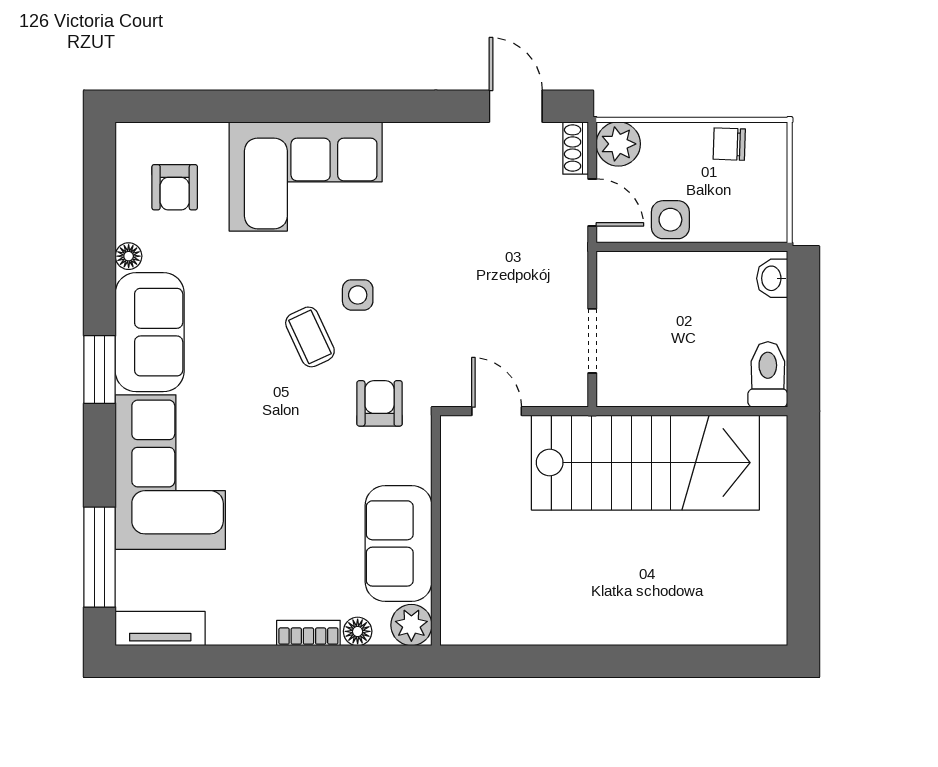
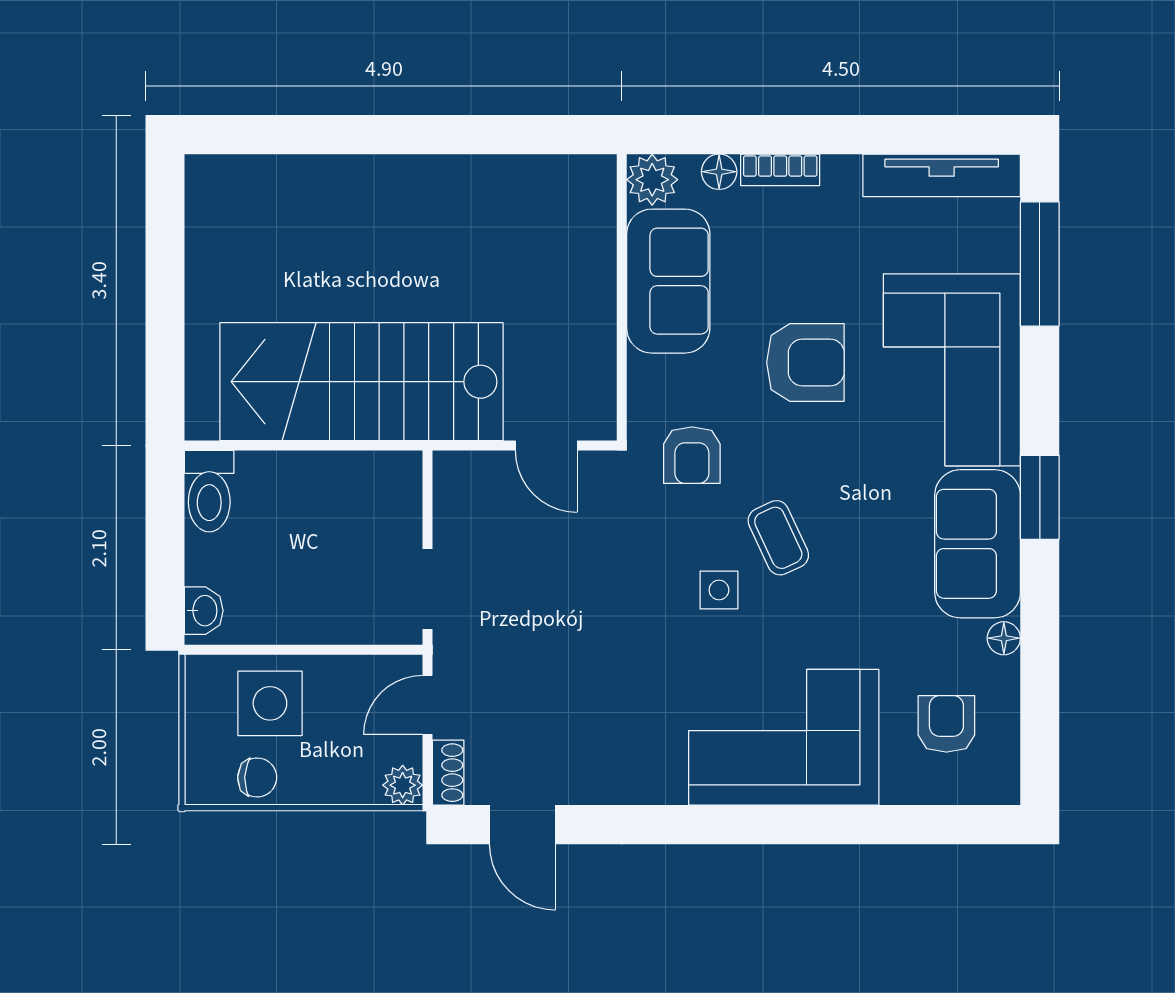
plant: (618, 144) -> (403, 785), width x0.73, depth x0.73
door: (592, 202) -> (427, 705), hinge flipped
side table: (670, 220) -> (270, 703), moved, width x1.37, depth x1.37
doorway: (592, 341) -> (427, 589), moved
armchair: (288, 478) -> (805, 362), added
tv unit: (160, 629) -> (942, 175), width x1.41

